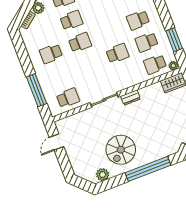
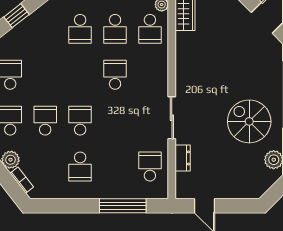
dresser: (131, 98) -> (183, 158), moved
spiral stairs: (121, 150) -> (249, 121), turned 180

